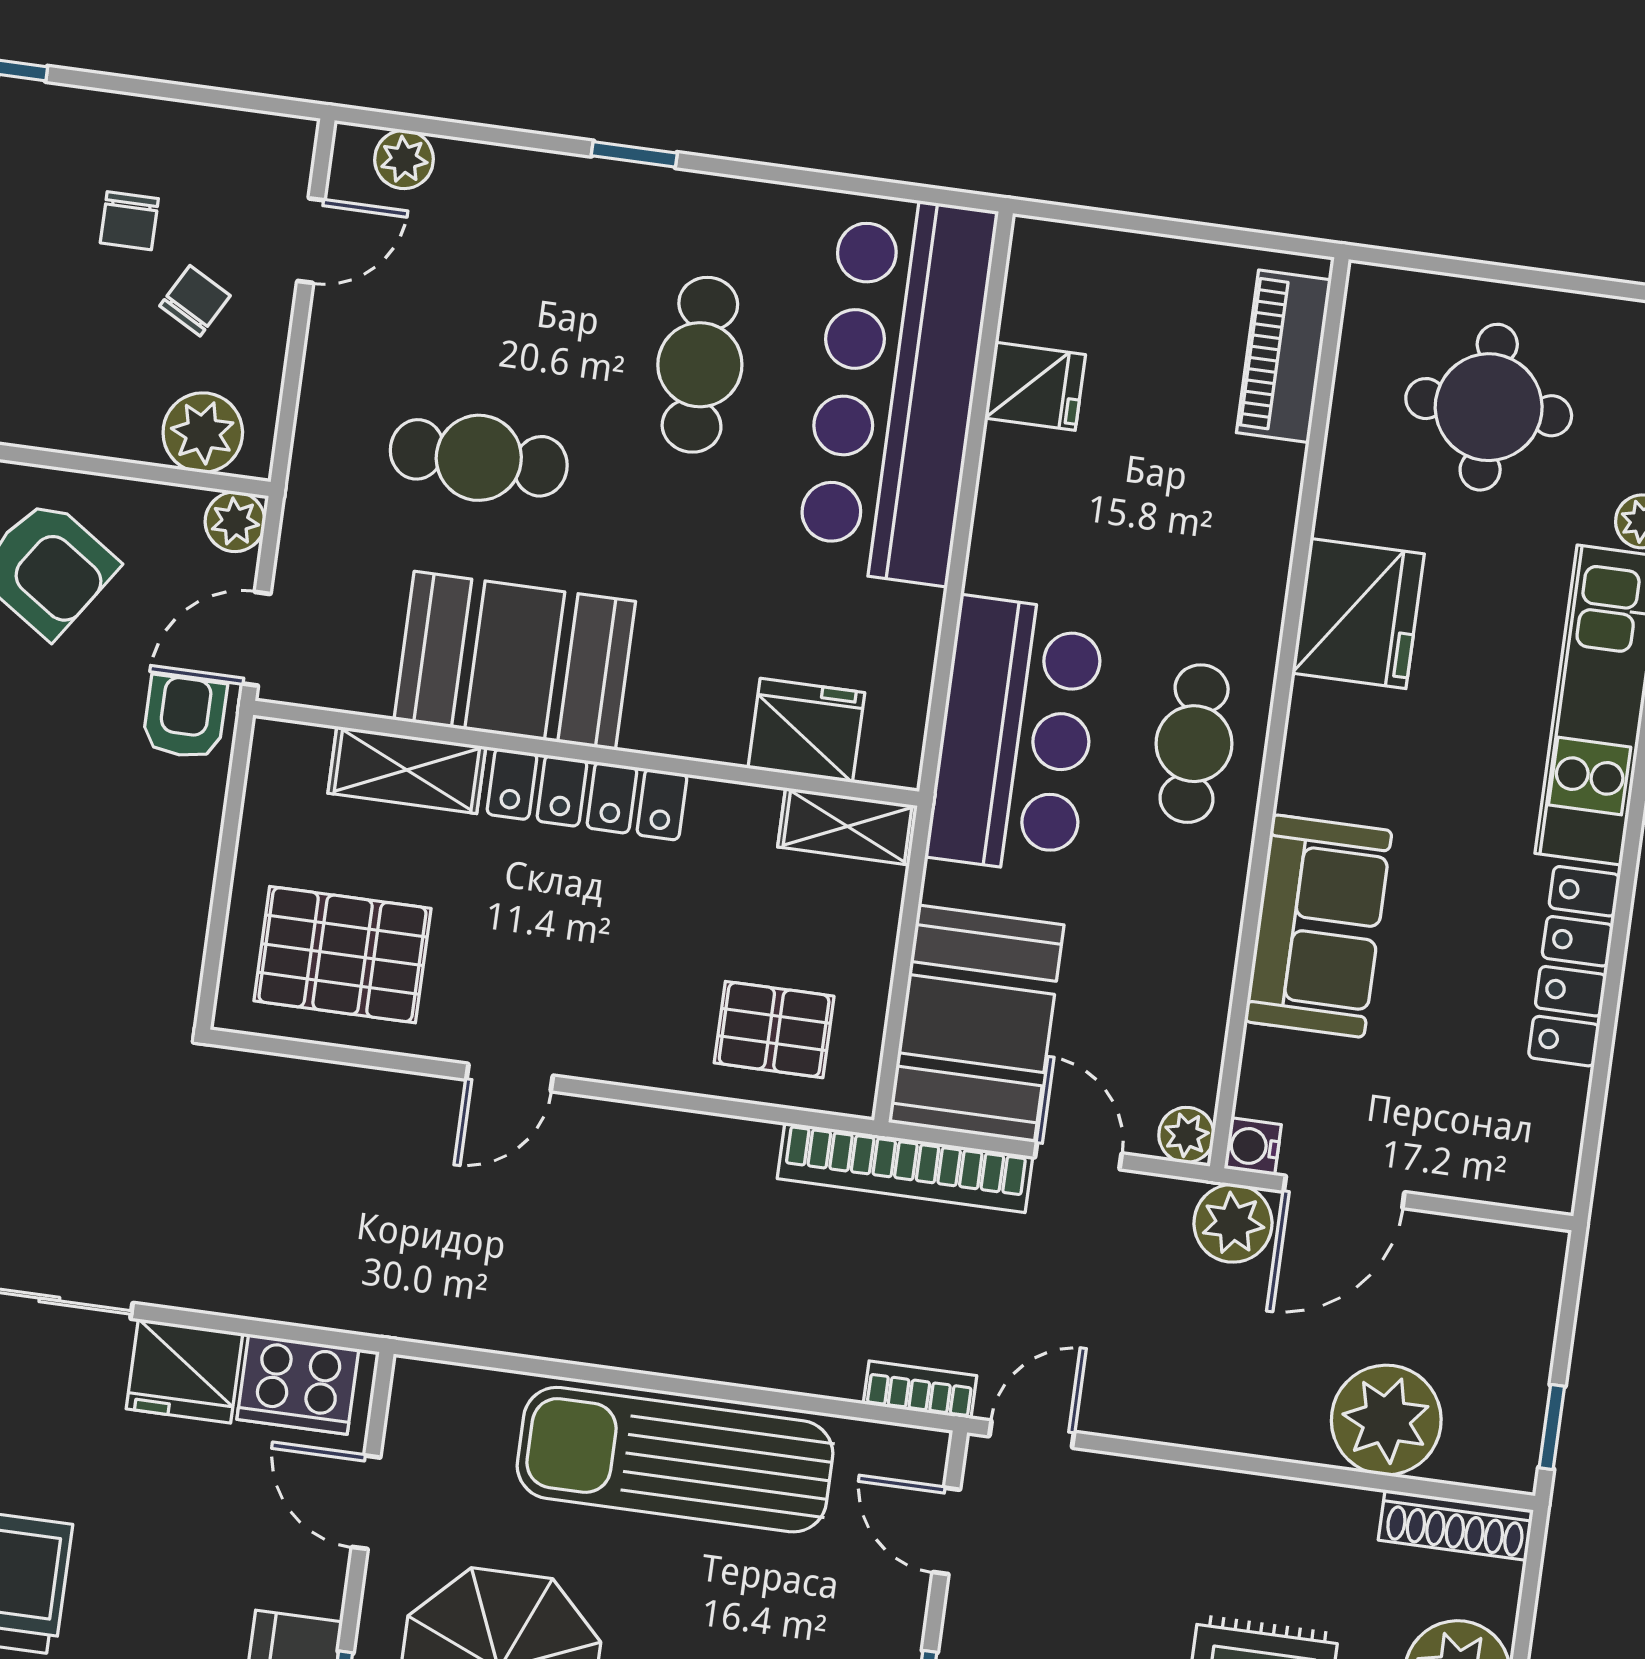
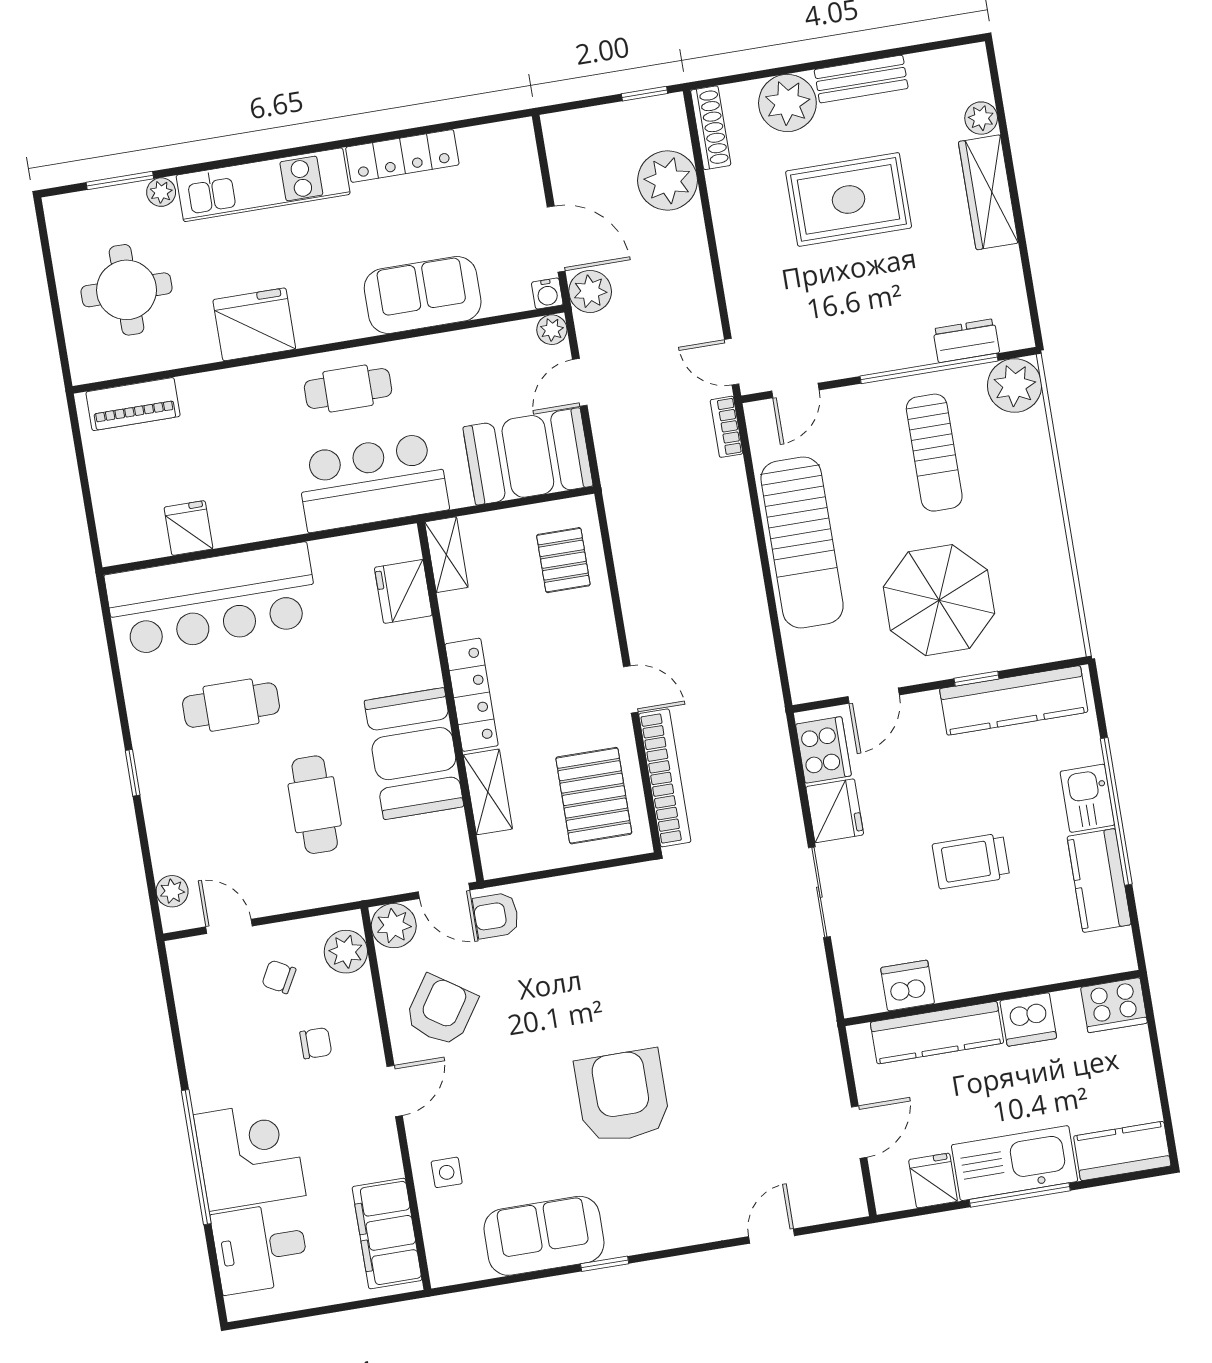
chair: (129, 221) -> (316, 1043), moved
plant: (235, 522) -> (394, 926), width x1.38, depth x1.38
bookcase: (905, 1168) -> (665, 778), moved

